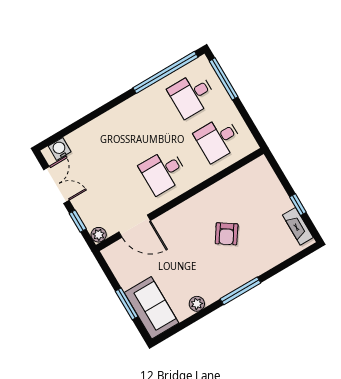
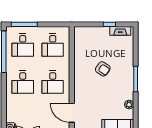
desk: (137, 127) -> (23, 82), added
door: (135, 226) -> (72, 113), swing flipped

